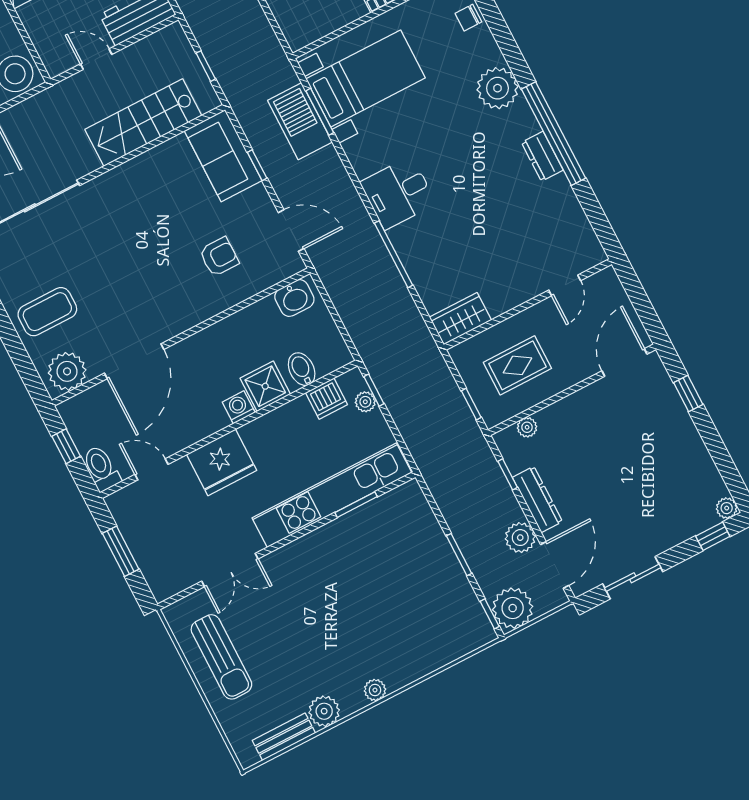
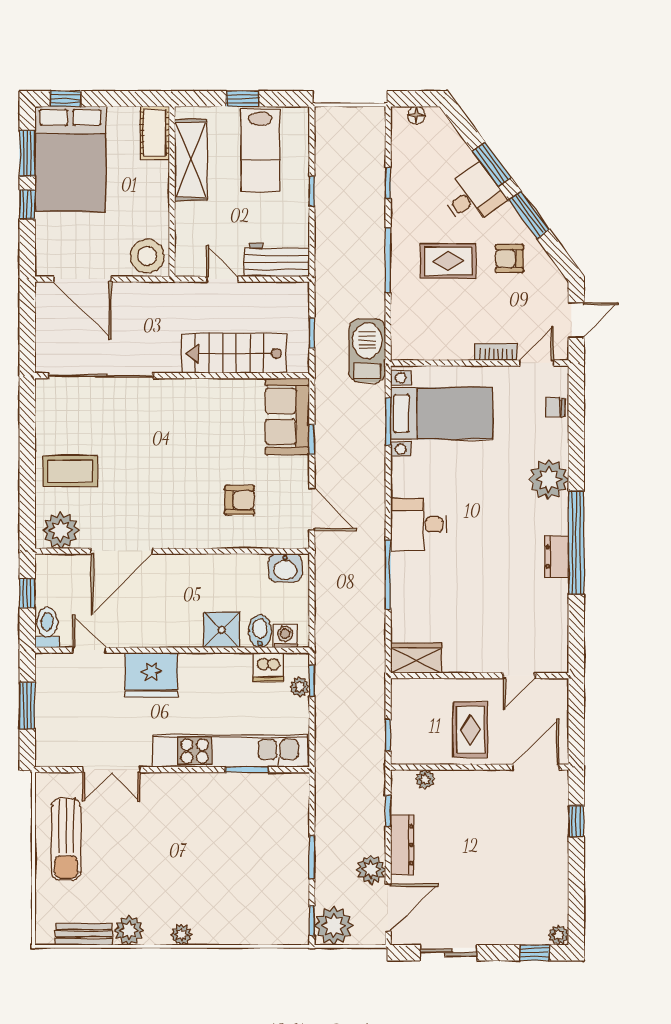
barbecue: (300, 121) -> (367, 351), moved
rug: (517, 365) -> (470, 730), moved, turned 90
washing machine: (239, 407) -> (285, 636), moved

